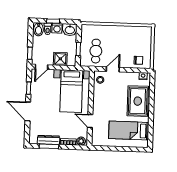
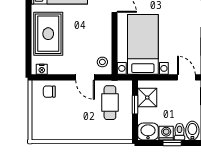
shower: (60, 59) -> (147, 98), moved
door: (41, 67) -> (186, 77), hinge flipped
door: (113, 69) -> (85, 77), hinge flipped

